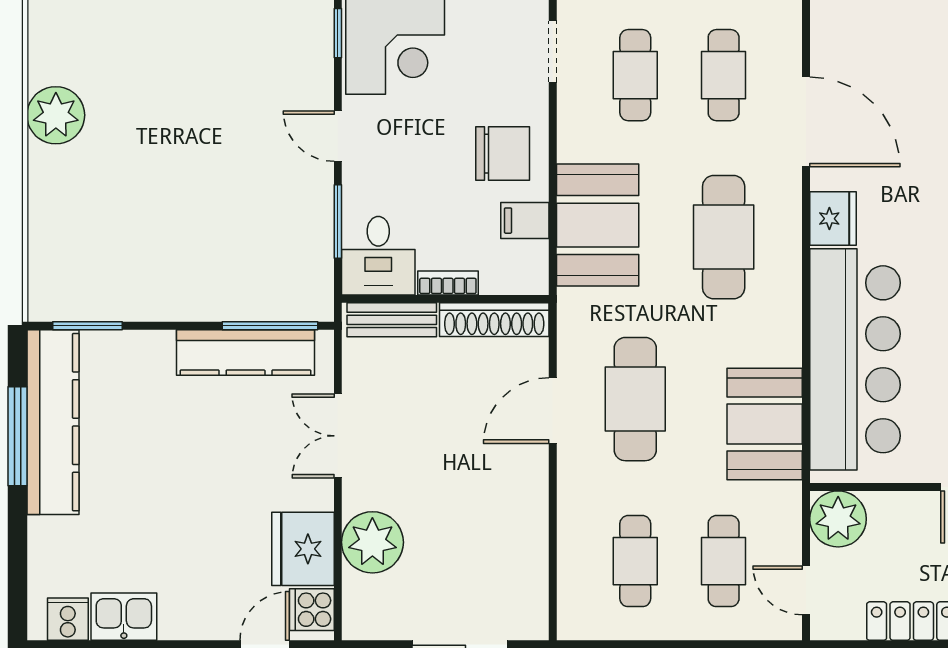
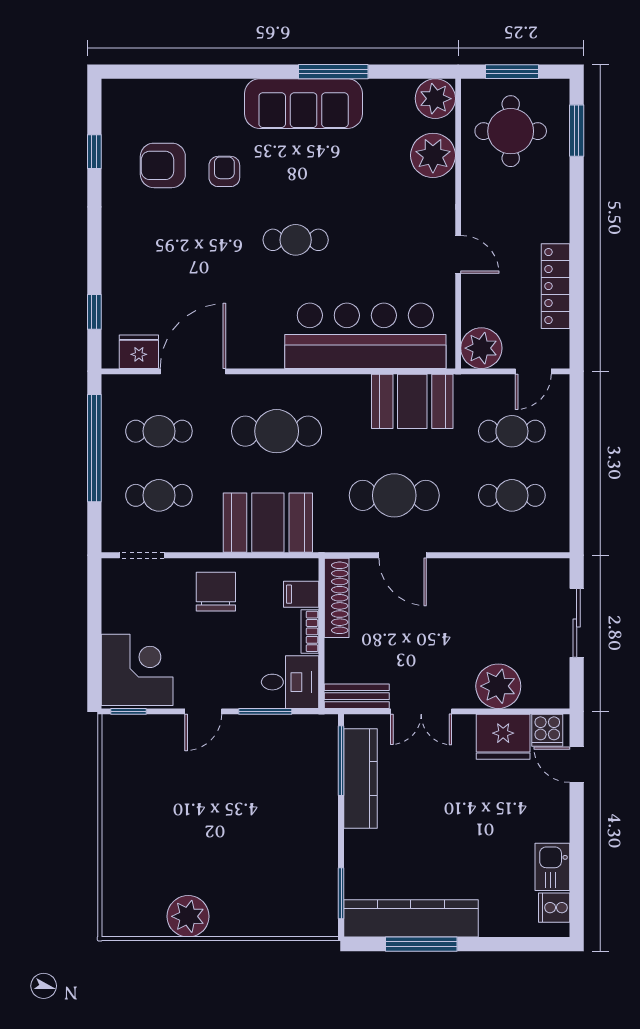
fridge: (833, 219) -> (139, 352), moved
filing cabinet: (525, 221) -> (301, 594), moved, turned 90
bench: (392, 320) -> (357, 696), moved, turned 90

